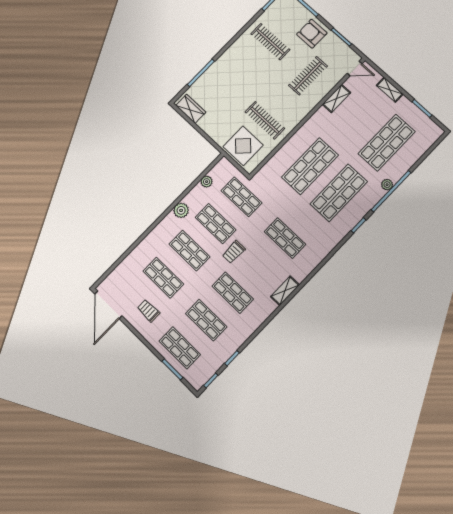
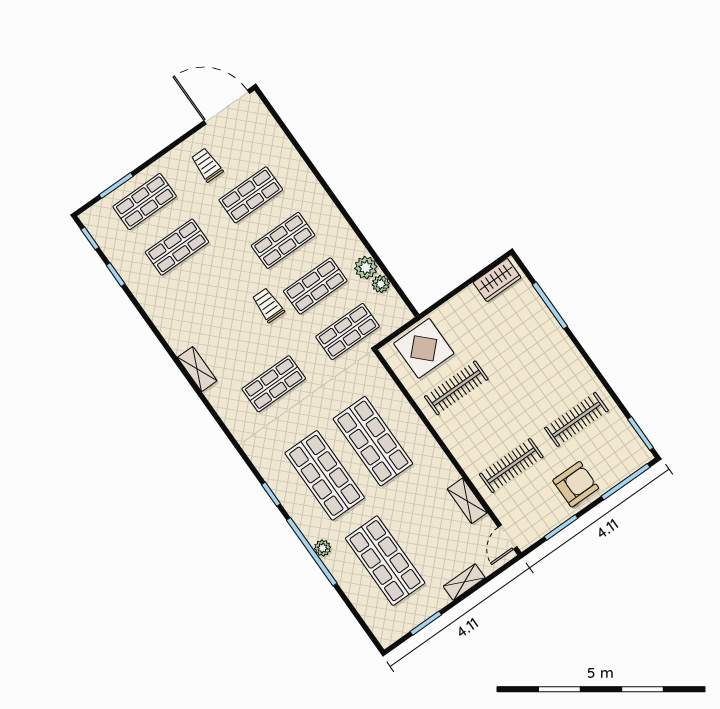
clothes rail: (308, 76) -> (511, 466), turned 90
plant: (181, 210) -> (366, 268), moved
shop shelf: (233, 293) -> (209, 293), removed
trolley: (149, 311) -> (207, 165), turned -90

